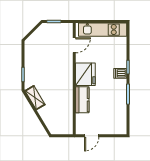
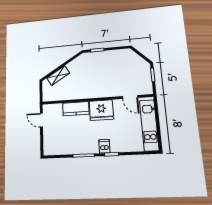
shelving: (35, 98) -> (58, 76), moved

